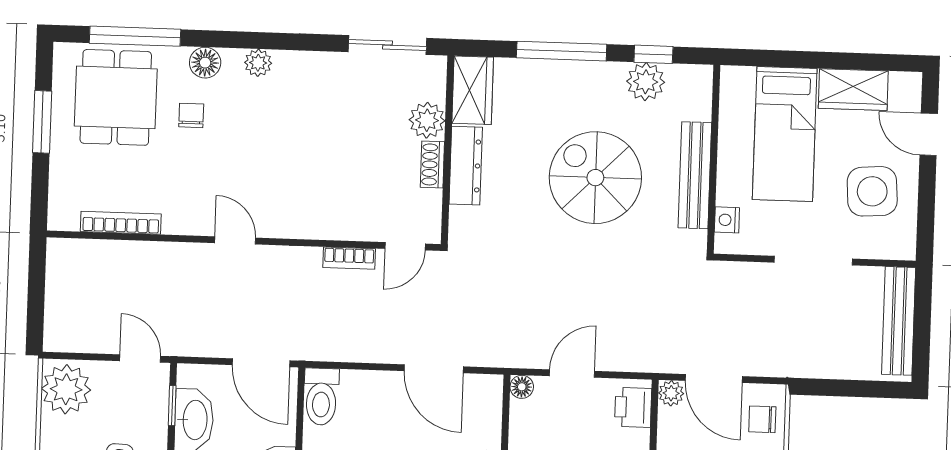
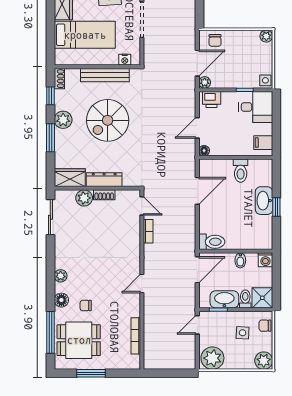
window: (562, 51) -> (50, 138), width x0.69
shoe rack: (691, 75) -> (59, 79), added
plant: (646, 82) -> (63, 120), moved
door: (572, 374) -> (197, 128), hinge flipped

